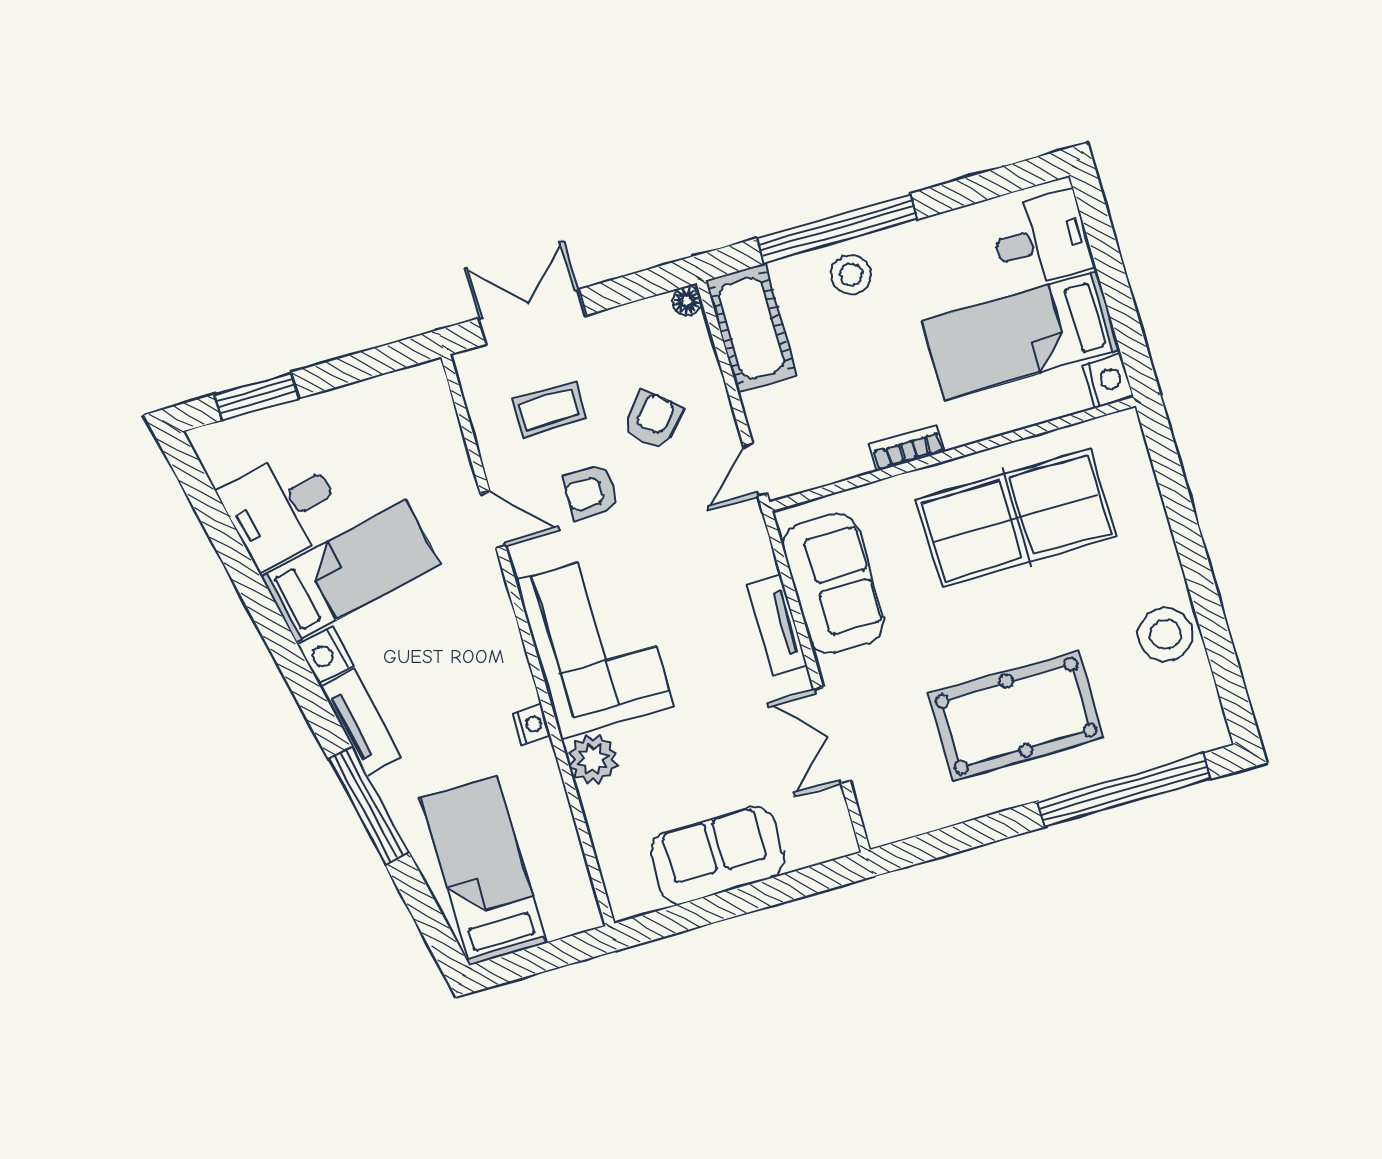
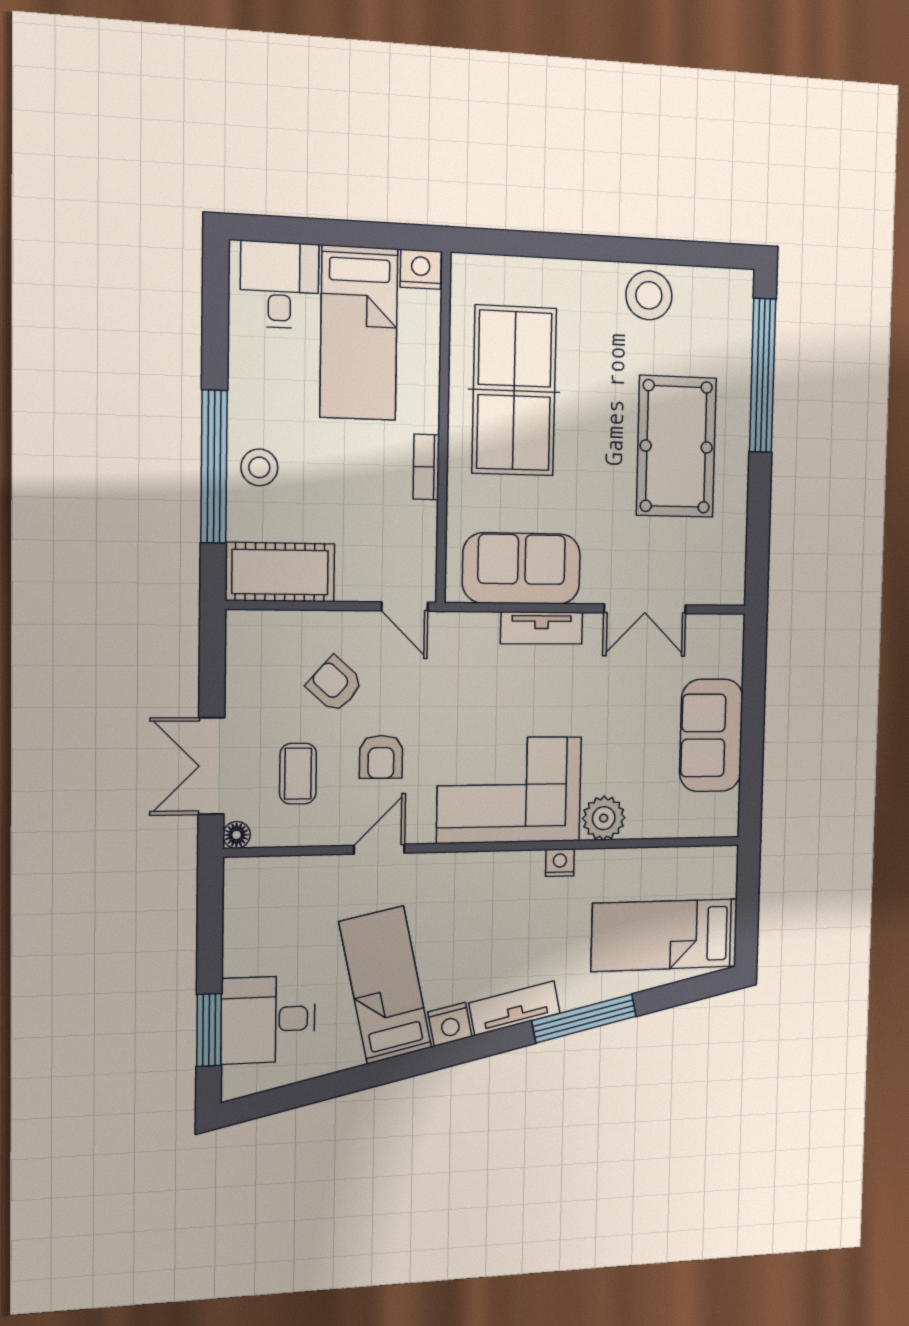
floor lamp: (687, 301) -> (237, 835), moved
desk: (282, 508) -> (268, 1020), moved, turned 102

